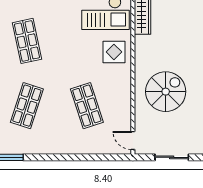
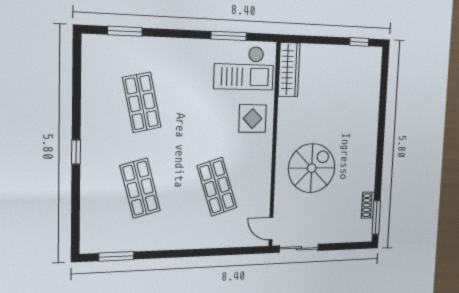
shop shelf: (27, 106) -> (140, 188), turned -33
sliding door: (172, 157) -> (299, 248), moved

